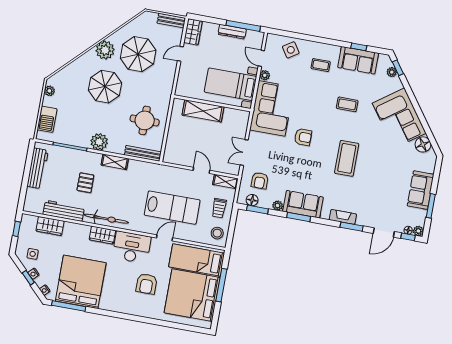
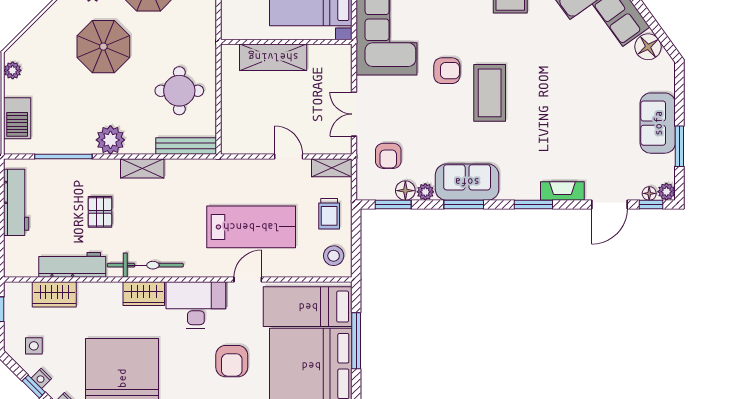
coffee table: (347, 158) -> (490, 93), moved
floor lamp: (252, 200) -> (405, 191), moved
fireplace: (343, 217) -> (562, 191), moved
window: (352, 227) -> (533, 205), moved

